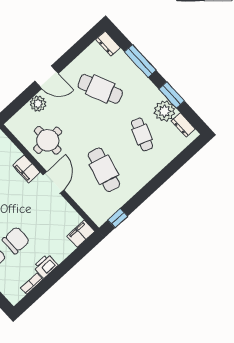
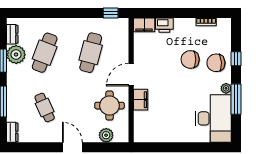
cafe table: (100, 89) -> (45, 107), width x0.73, depth x0.74
plant: (38, 104) -> (106, 135), moved
cafe table: (142, 134) -> (45, 53), width x1.37, depth x1.35
printer: (46, 266) -> (164, 25), moved

